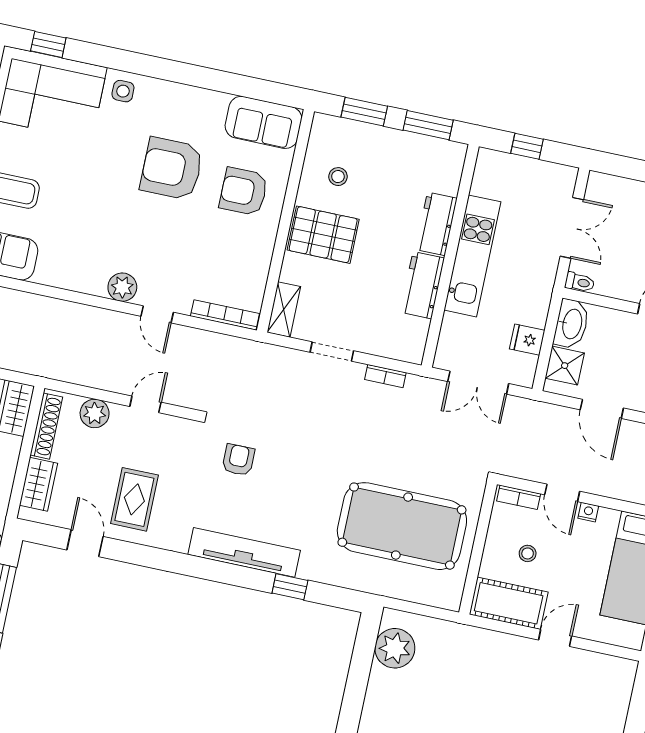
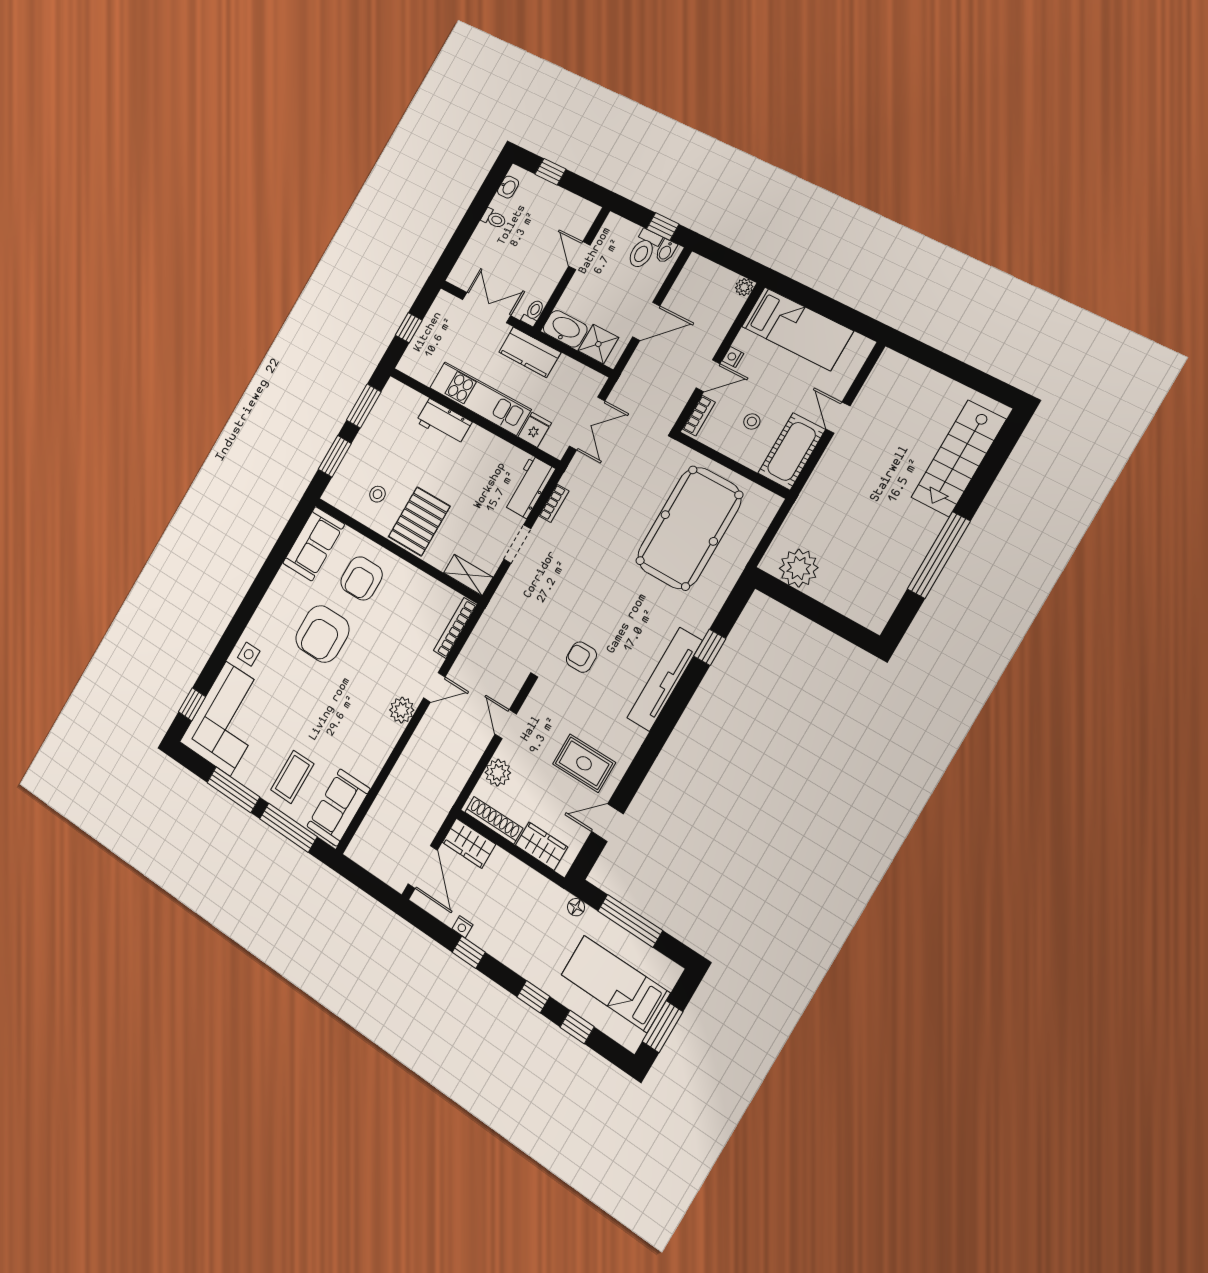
workbench: (422, 285) -> (529, 487), moved, turned 90
kitchen counter: (536, 294) -> (530, 352), added
fridge: (527, 340) -> (535, 430), moved, turned 180

